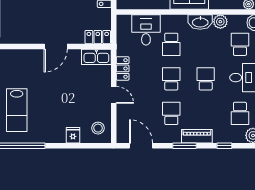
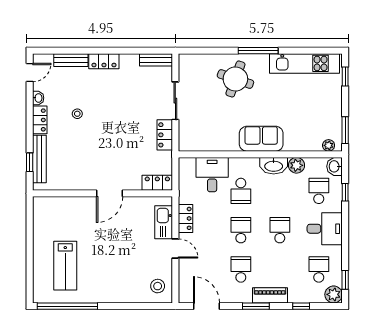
kitchen sink: (96, 57) -> (164, 222), moved, turned 90
school desk: (240, 113) -> (319, 270), turned 180
fridge: (73, 135) -> (129, 294), removed

